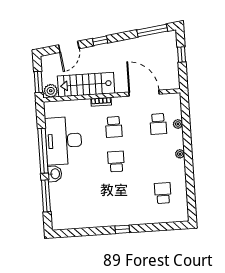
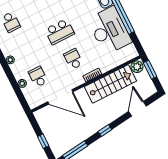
window: (100, 41) -> (105, 131), moved
school desk: (116, 161) -> (60, 32), width x1.85

